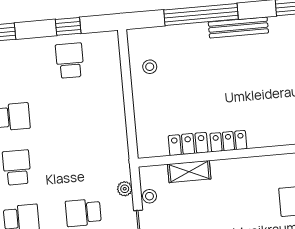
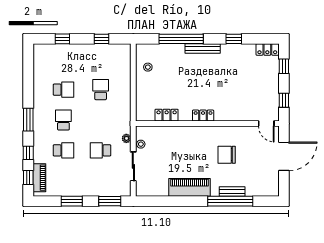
school desk: (70, 61) -> (101, 90), moved
locker: (228, 141) -> (203, 116), moved
shelving: (189, 172) -> (166, 132), removed

